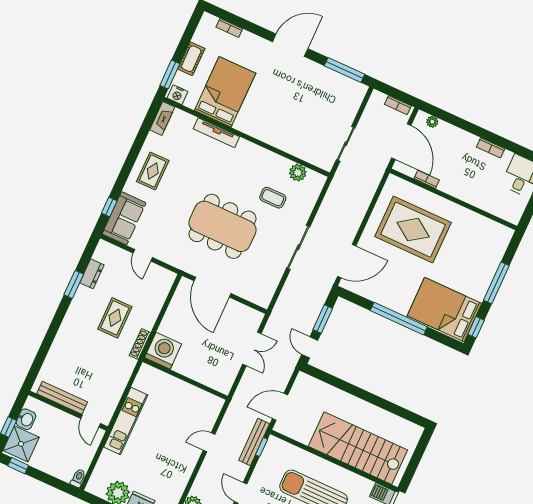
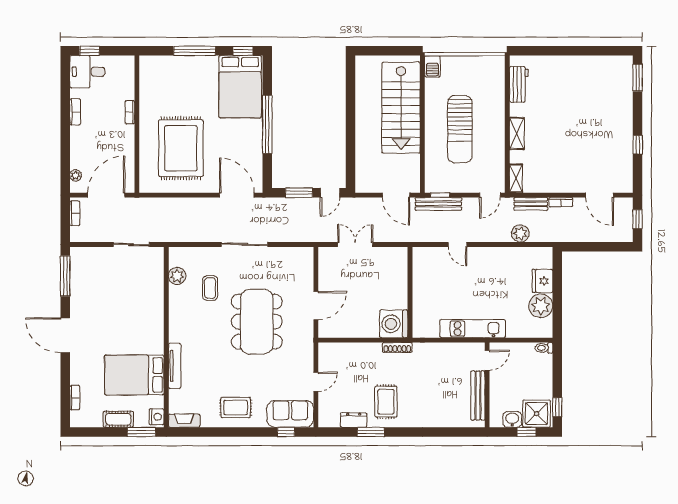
bookcase: (427, 179) -> (130, 112), moved
door: (212, 287) -> (316, 305), width x0.73
rug: (115, 318) -> (386, 402), moved, turned 90

